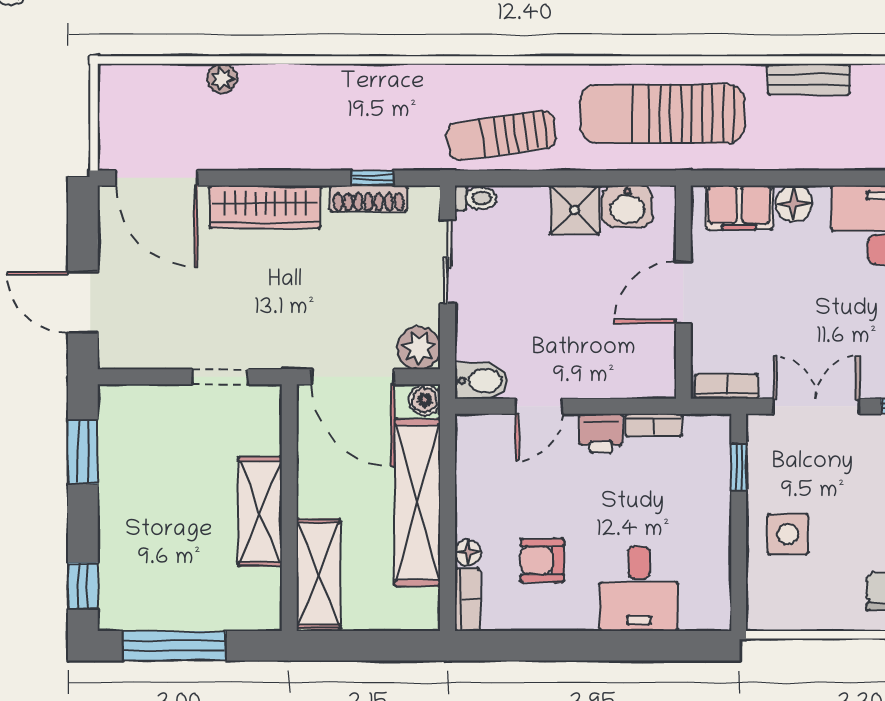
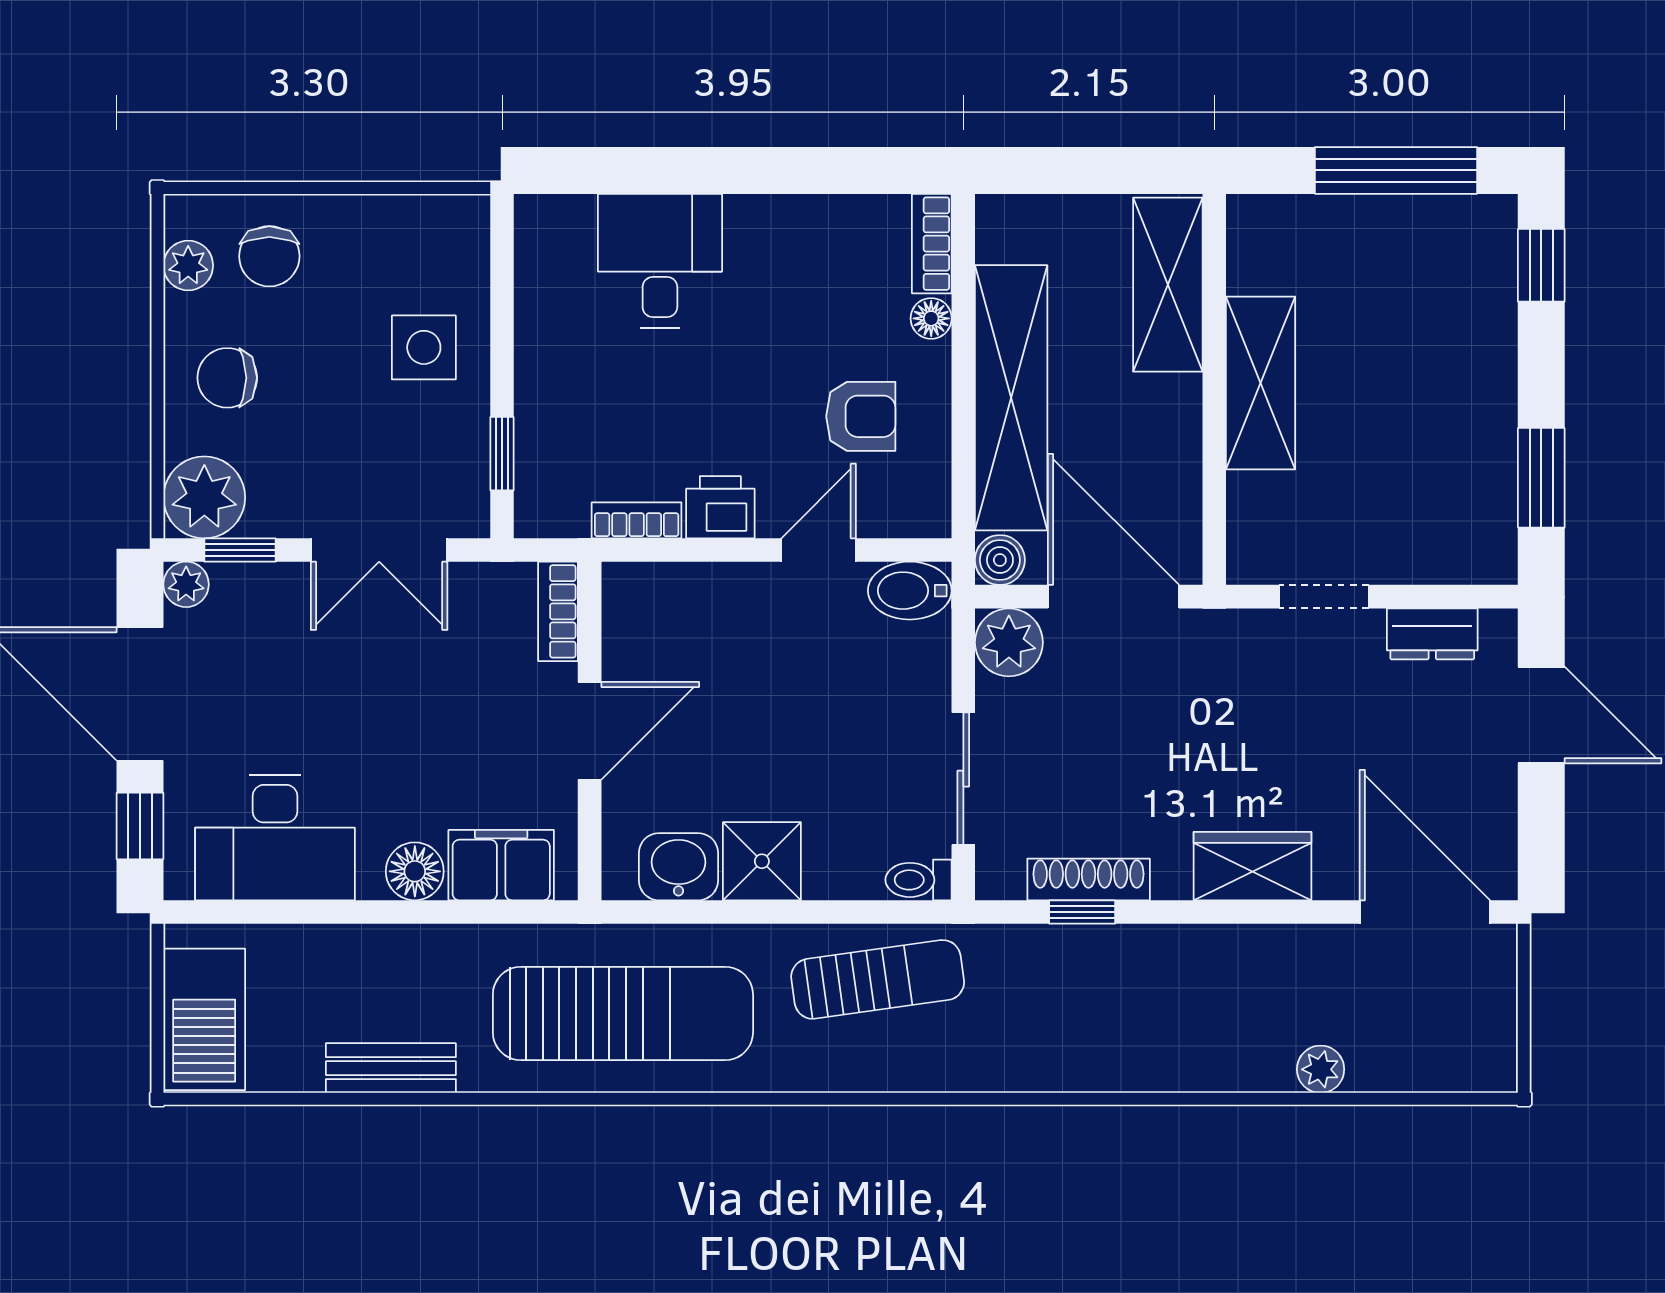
wardrobe: (265, 207) -> (1253, 866), width x0.67
dresser: (152, 353) -> (1432, 634), added
bookcase: (726, 386) -> (558, 611), moved, turned 90
armchair: (542, 560) -> (861, 416), moved

